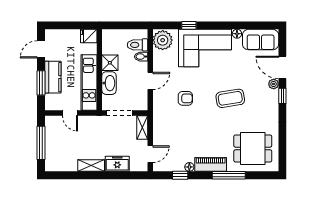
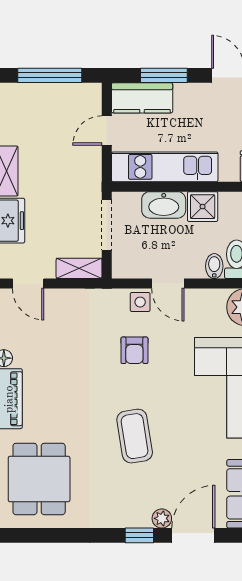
kitchen counter: (53, 77) -> (142, 98), moved
side table: (160, 95) -> (140, 302), added

